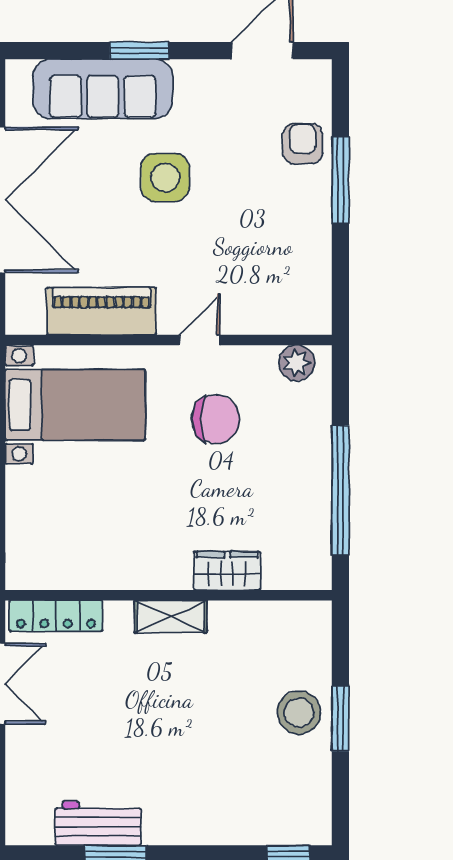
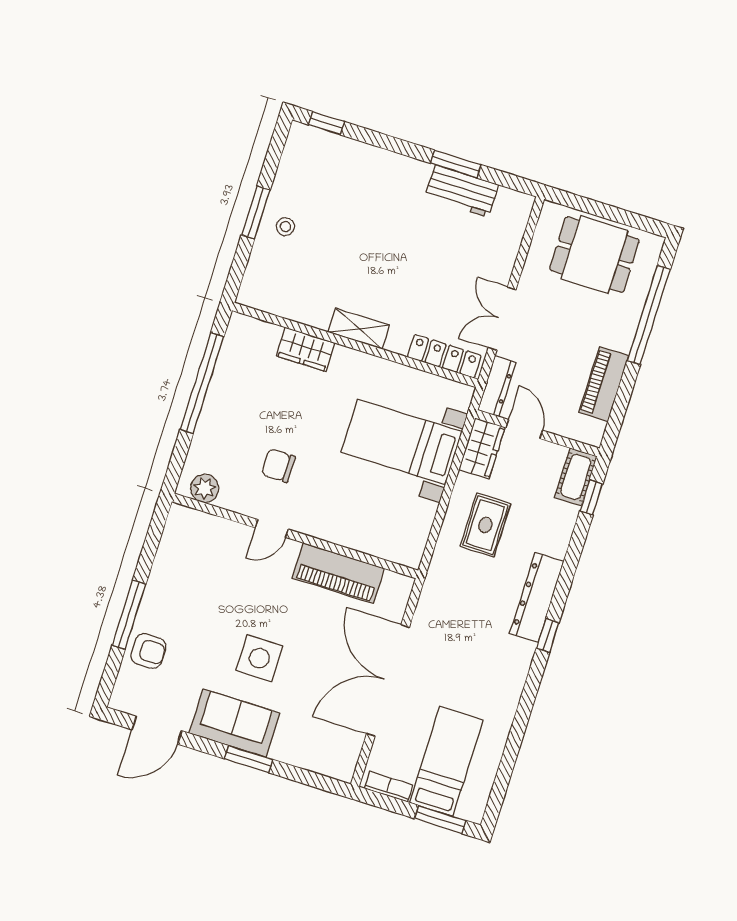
sofa: (103, 89) -> (235, 723), moved, width x0.73
armchair: (303, 144) -> (149, 651), turned -90
bed with nightstands: (75, 405) -> (401, 442), moved
chair: (216, 419) -> (278, 466), width x0.73, depth x0.73
stool: (299, 713) -> (285, 227), width x0.53, depth x0.53

